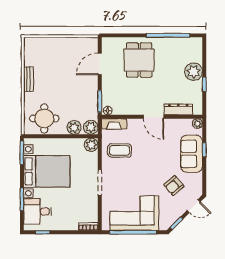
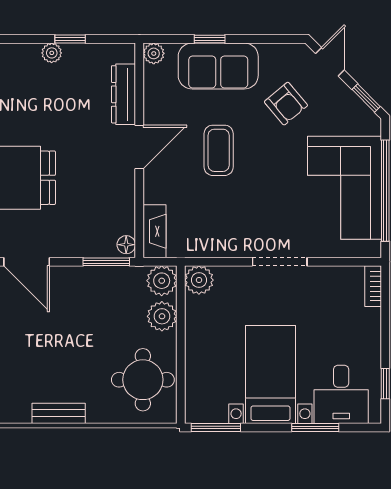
plant: (194, 72) -> (52, 53), width x0.53, depth x0.53
coffee table: (120, 150) -> (219, 150), moved
bed with nightstands: (47, 171) -> (270, 374), width x0.73

